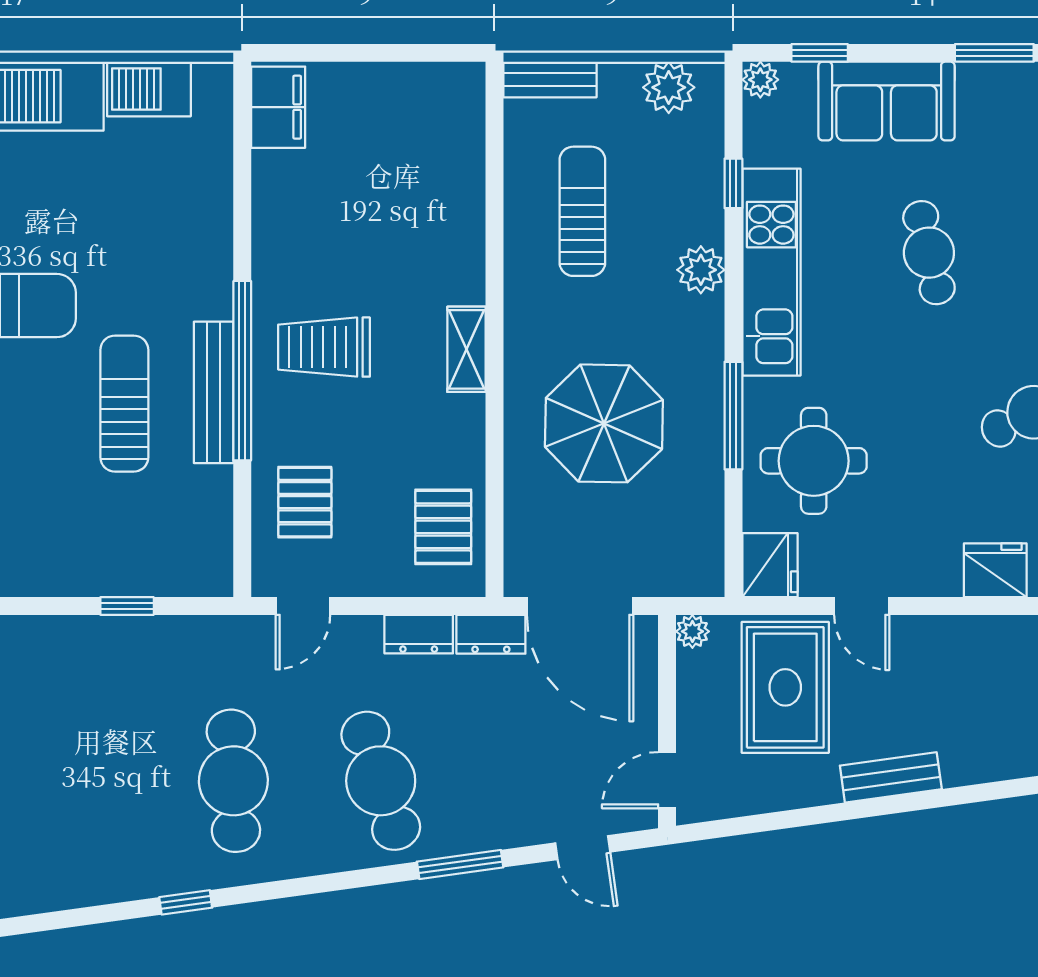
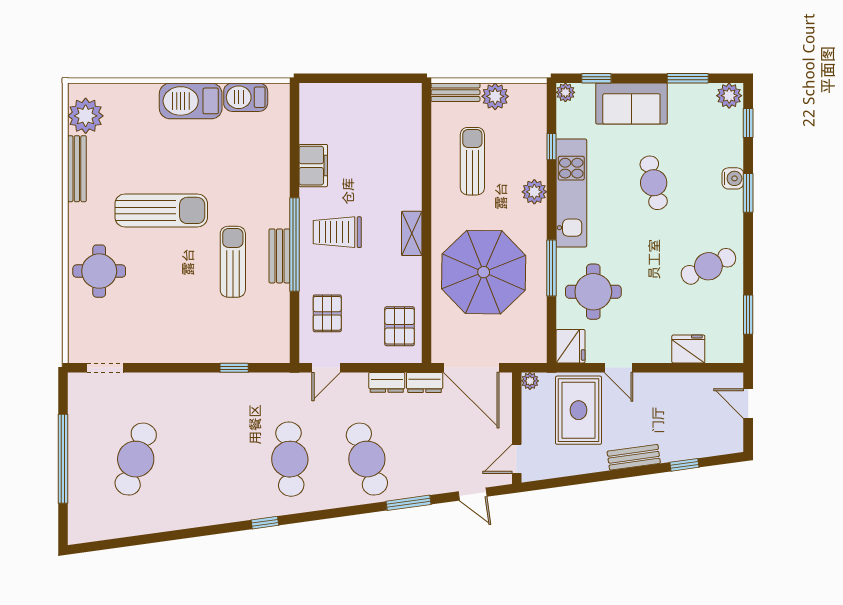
plant: (669, 87) -> (495, 96), moved
filing cabinet: (278, 107) -> (313, 166), moved
bench: (214, 392) -> (279, 256), width x0.73
parasol: (604, 423) -> (484, 272), width x1.36, depth x1.36
window: (988, 792) -> (684, 465), added

